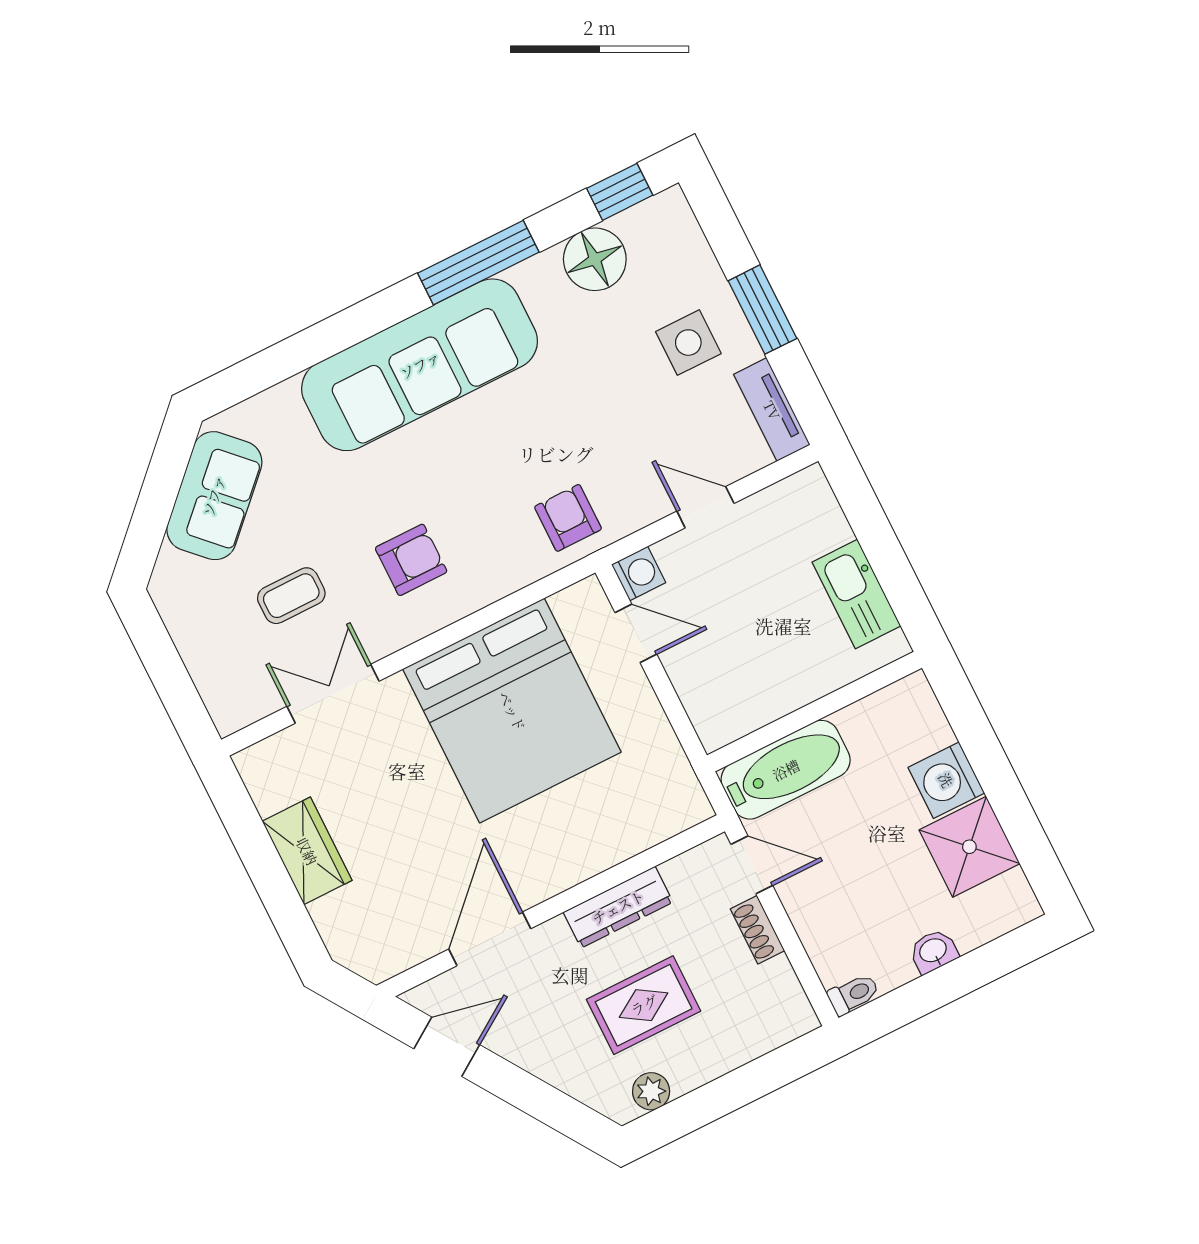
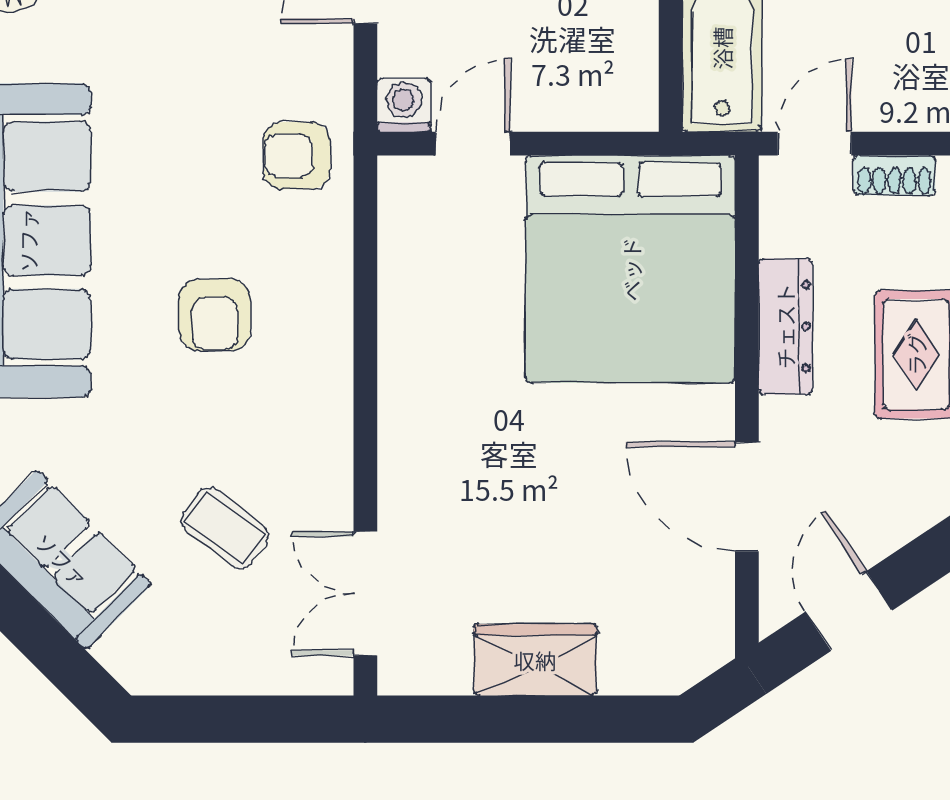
armchair: (411, 560) -> (215, 315), moved, turned 180
coffee table: (291, 596) -> (225, 528), turned -53
double door: (333, 694) -> (365, 594), moved
bed: (512, 711) -> (631, 269), moved, turned 90

